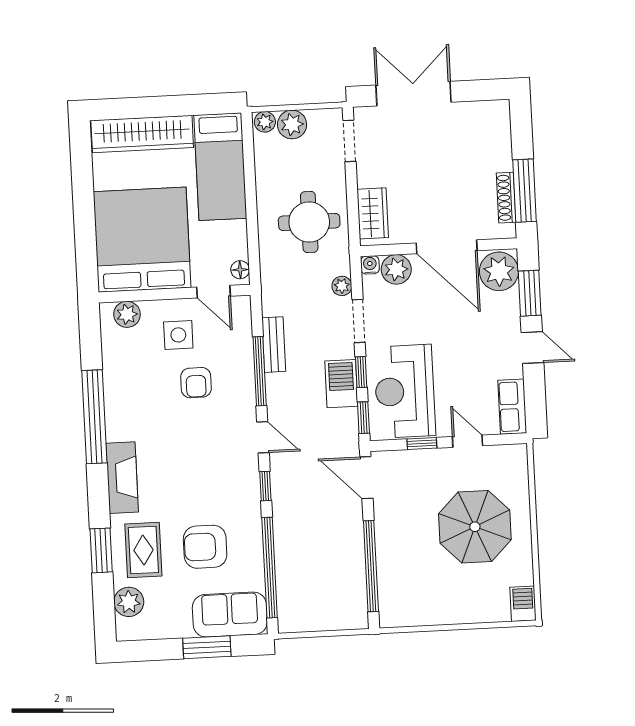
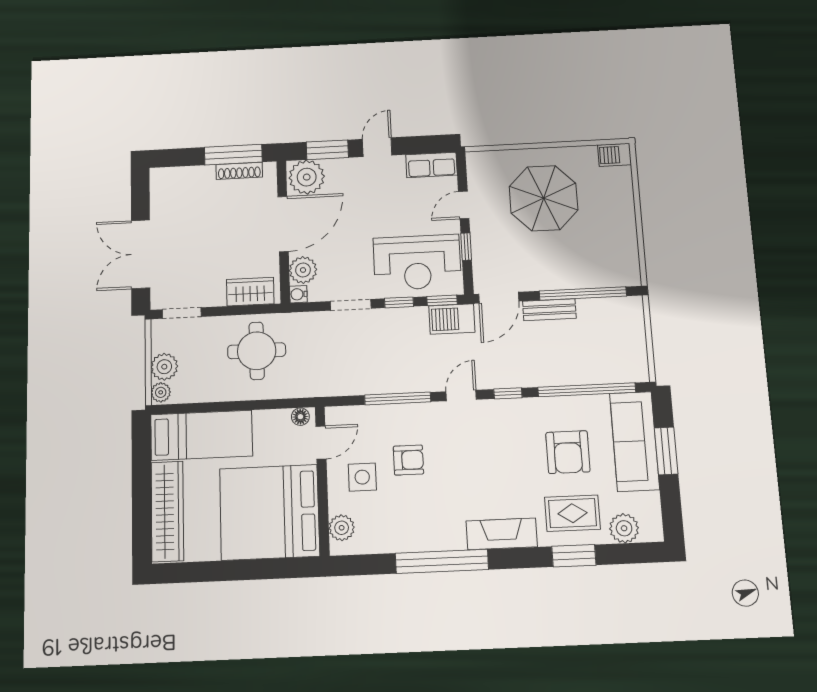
plant: (342, 286) -> (318, 320), removed
bench: (274, 345) -> (549, 310), moved
barbecue: (341, 384) -> (452, 319), moved
sofa: (230, 615) -> (634, 441), width x1.36

